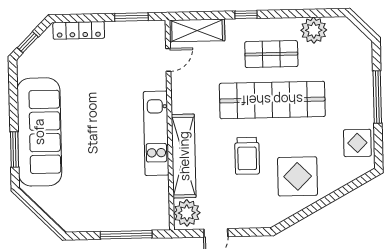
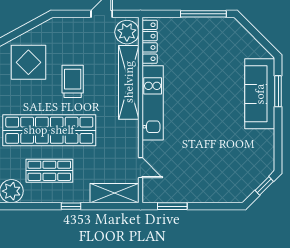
locker: (79, 30) -> (150, 42), moved, turned 90
door: (168, 60) -> (140, 168), swing flipped
sofa: (39, 132) -> (260, 94), width x0.74, depth x0.79
window: (126, 235) -> (203, 14), moved

